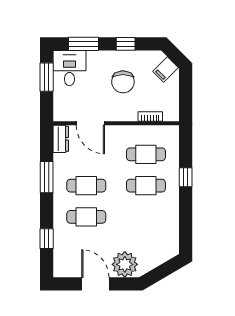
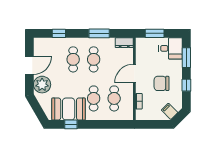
window: (47, 77) -> (155, 33), moved
door: (90, 123) -> (134, 74), moved
window: (186, 177) -> (71, 124), moved
booth: (162, 224) -> (69, 109), added

